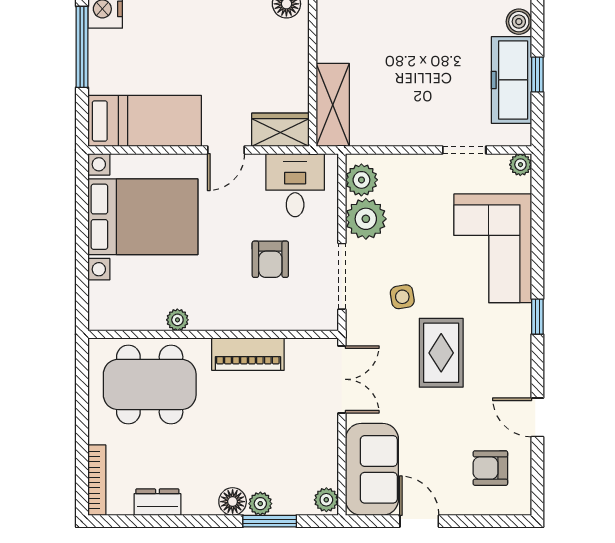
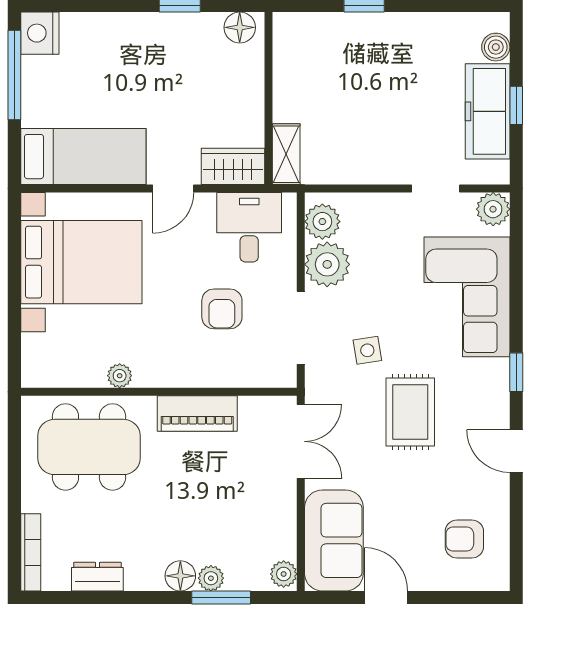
shelving: (333, 105) -> (286, 154), width x0.67, depth x0.75
plant: (520, 165) -> (493, 209), width x1.38, depth x1.38
door: (537, 417) -> (516, 451), moved

